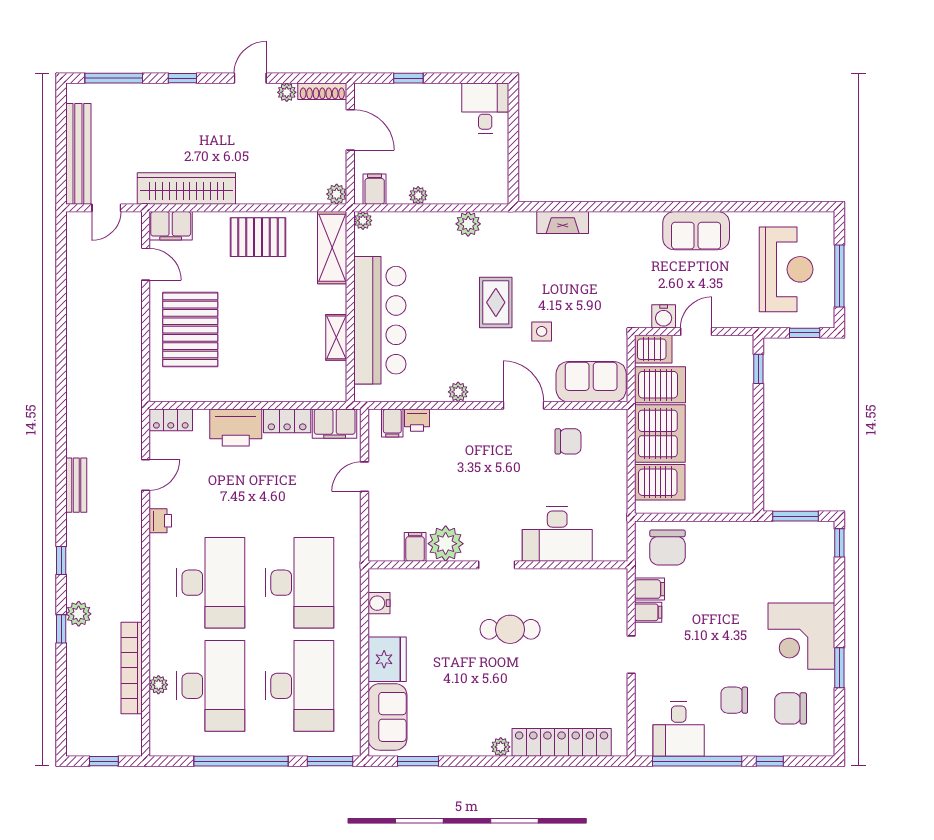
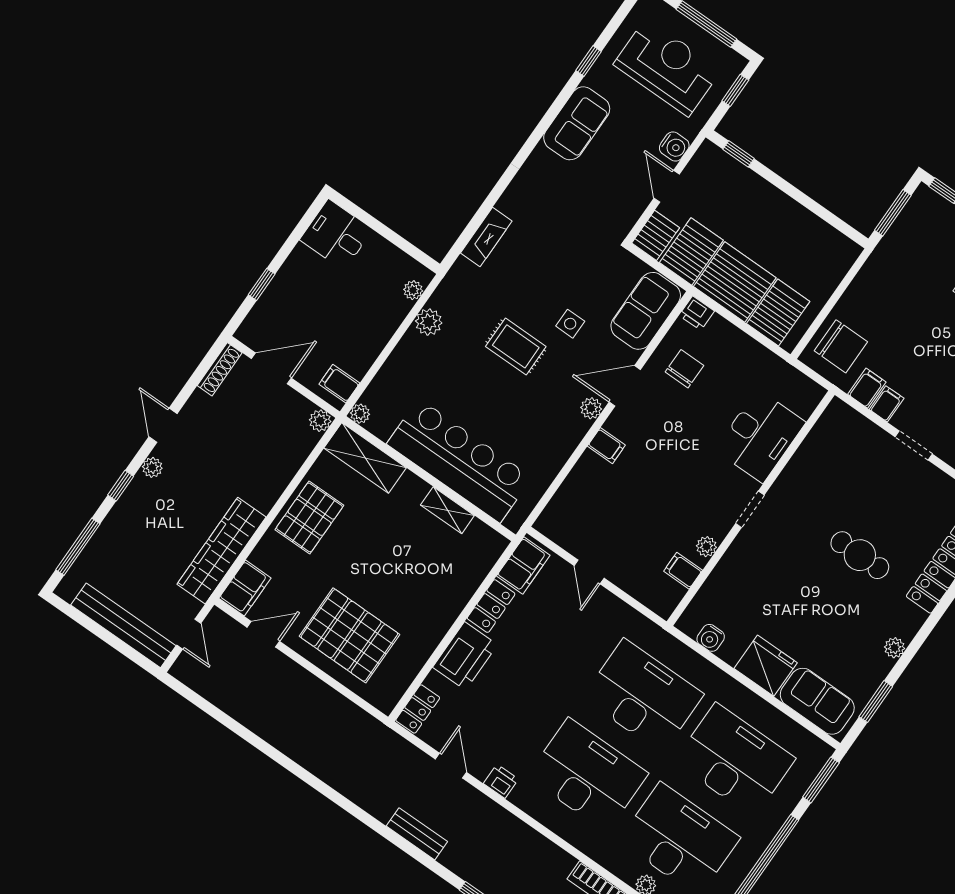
plant: (287, 92) -> (152, 467), moved
plant: (418, 195) -> (413, 290), moved
window: (749, 207) -> (589, 61), added
water cooler: (664, 316) -> (674, 147), moved
plant: (458, 392) -> (591, 408), moved
printer: (417, 420) -> (697, 313), moved, turned 90
filing cabinet: (392, 423) -> (606, 446), moved
plant: (446, 544) -> (706, 547), width x0.53, depth x0.53
cafe table: (510, 629) -> (860, 555), moved, turned 90
plant: (501, 747) -> (895, 648), moved

